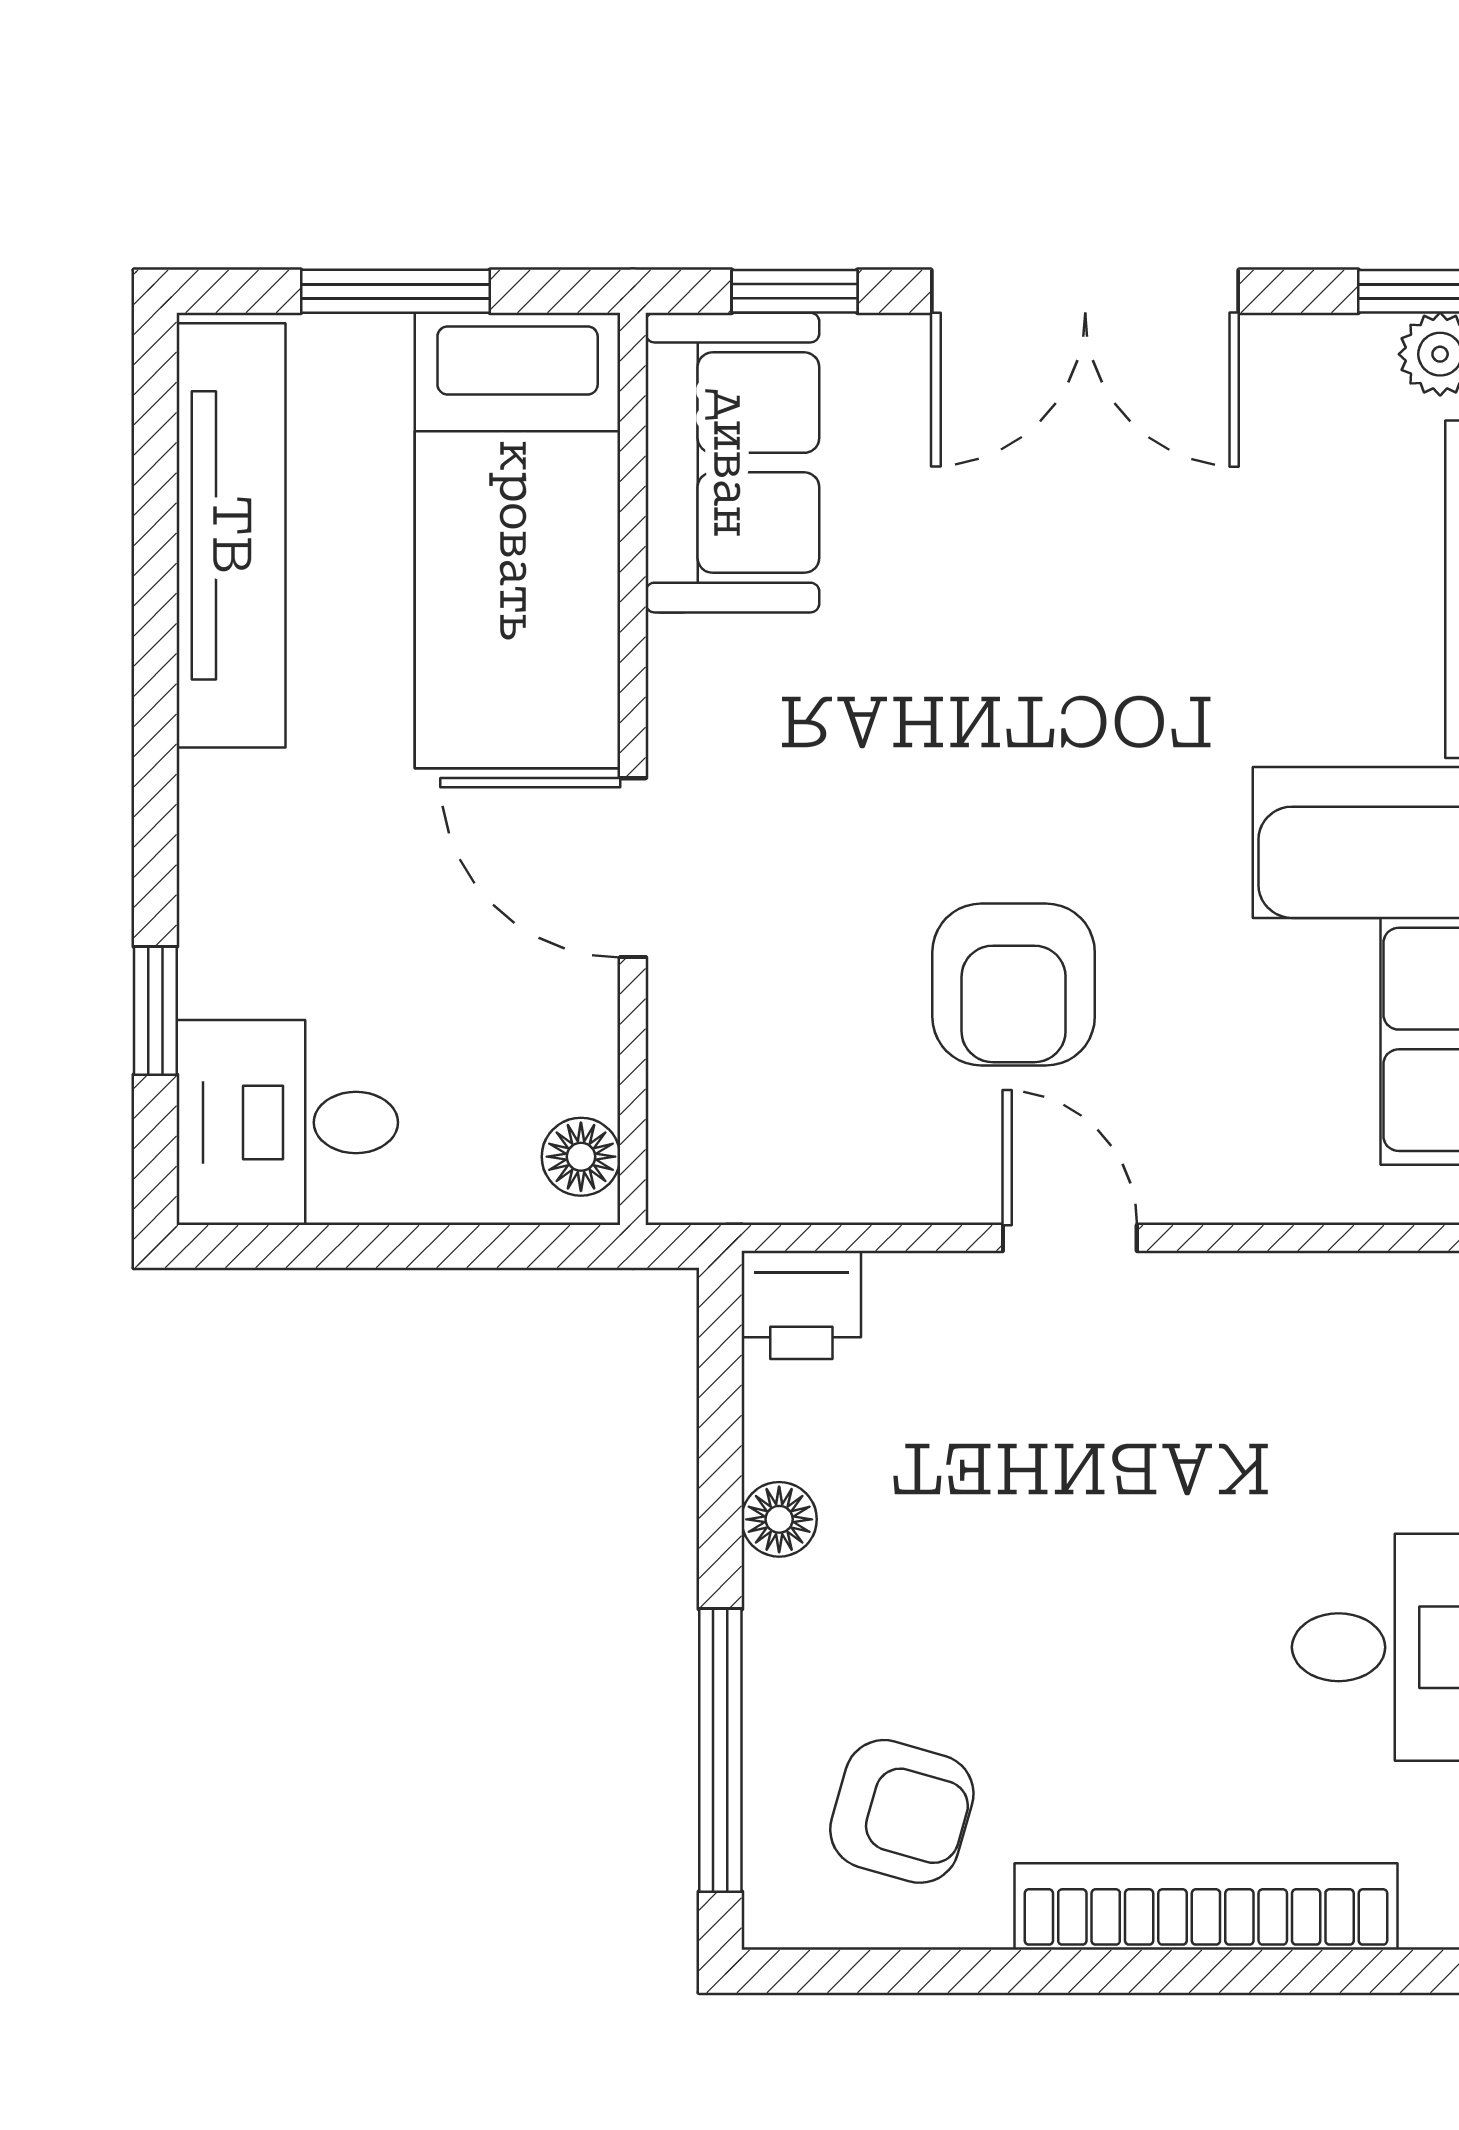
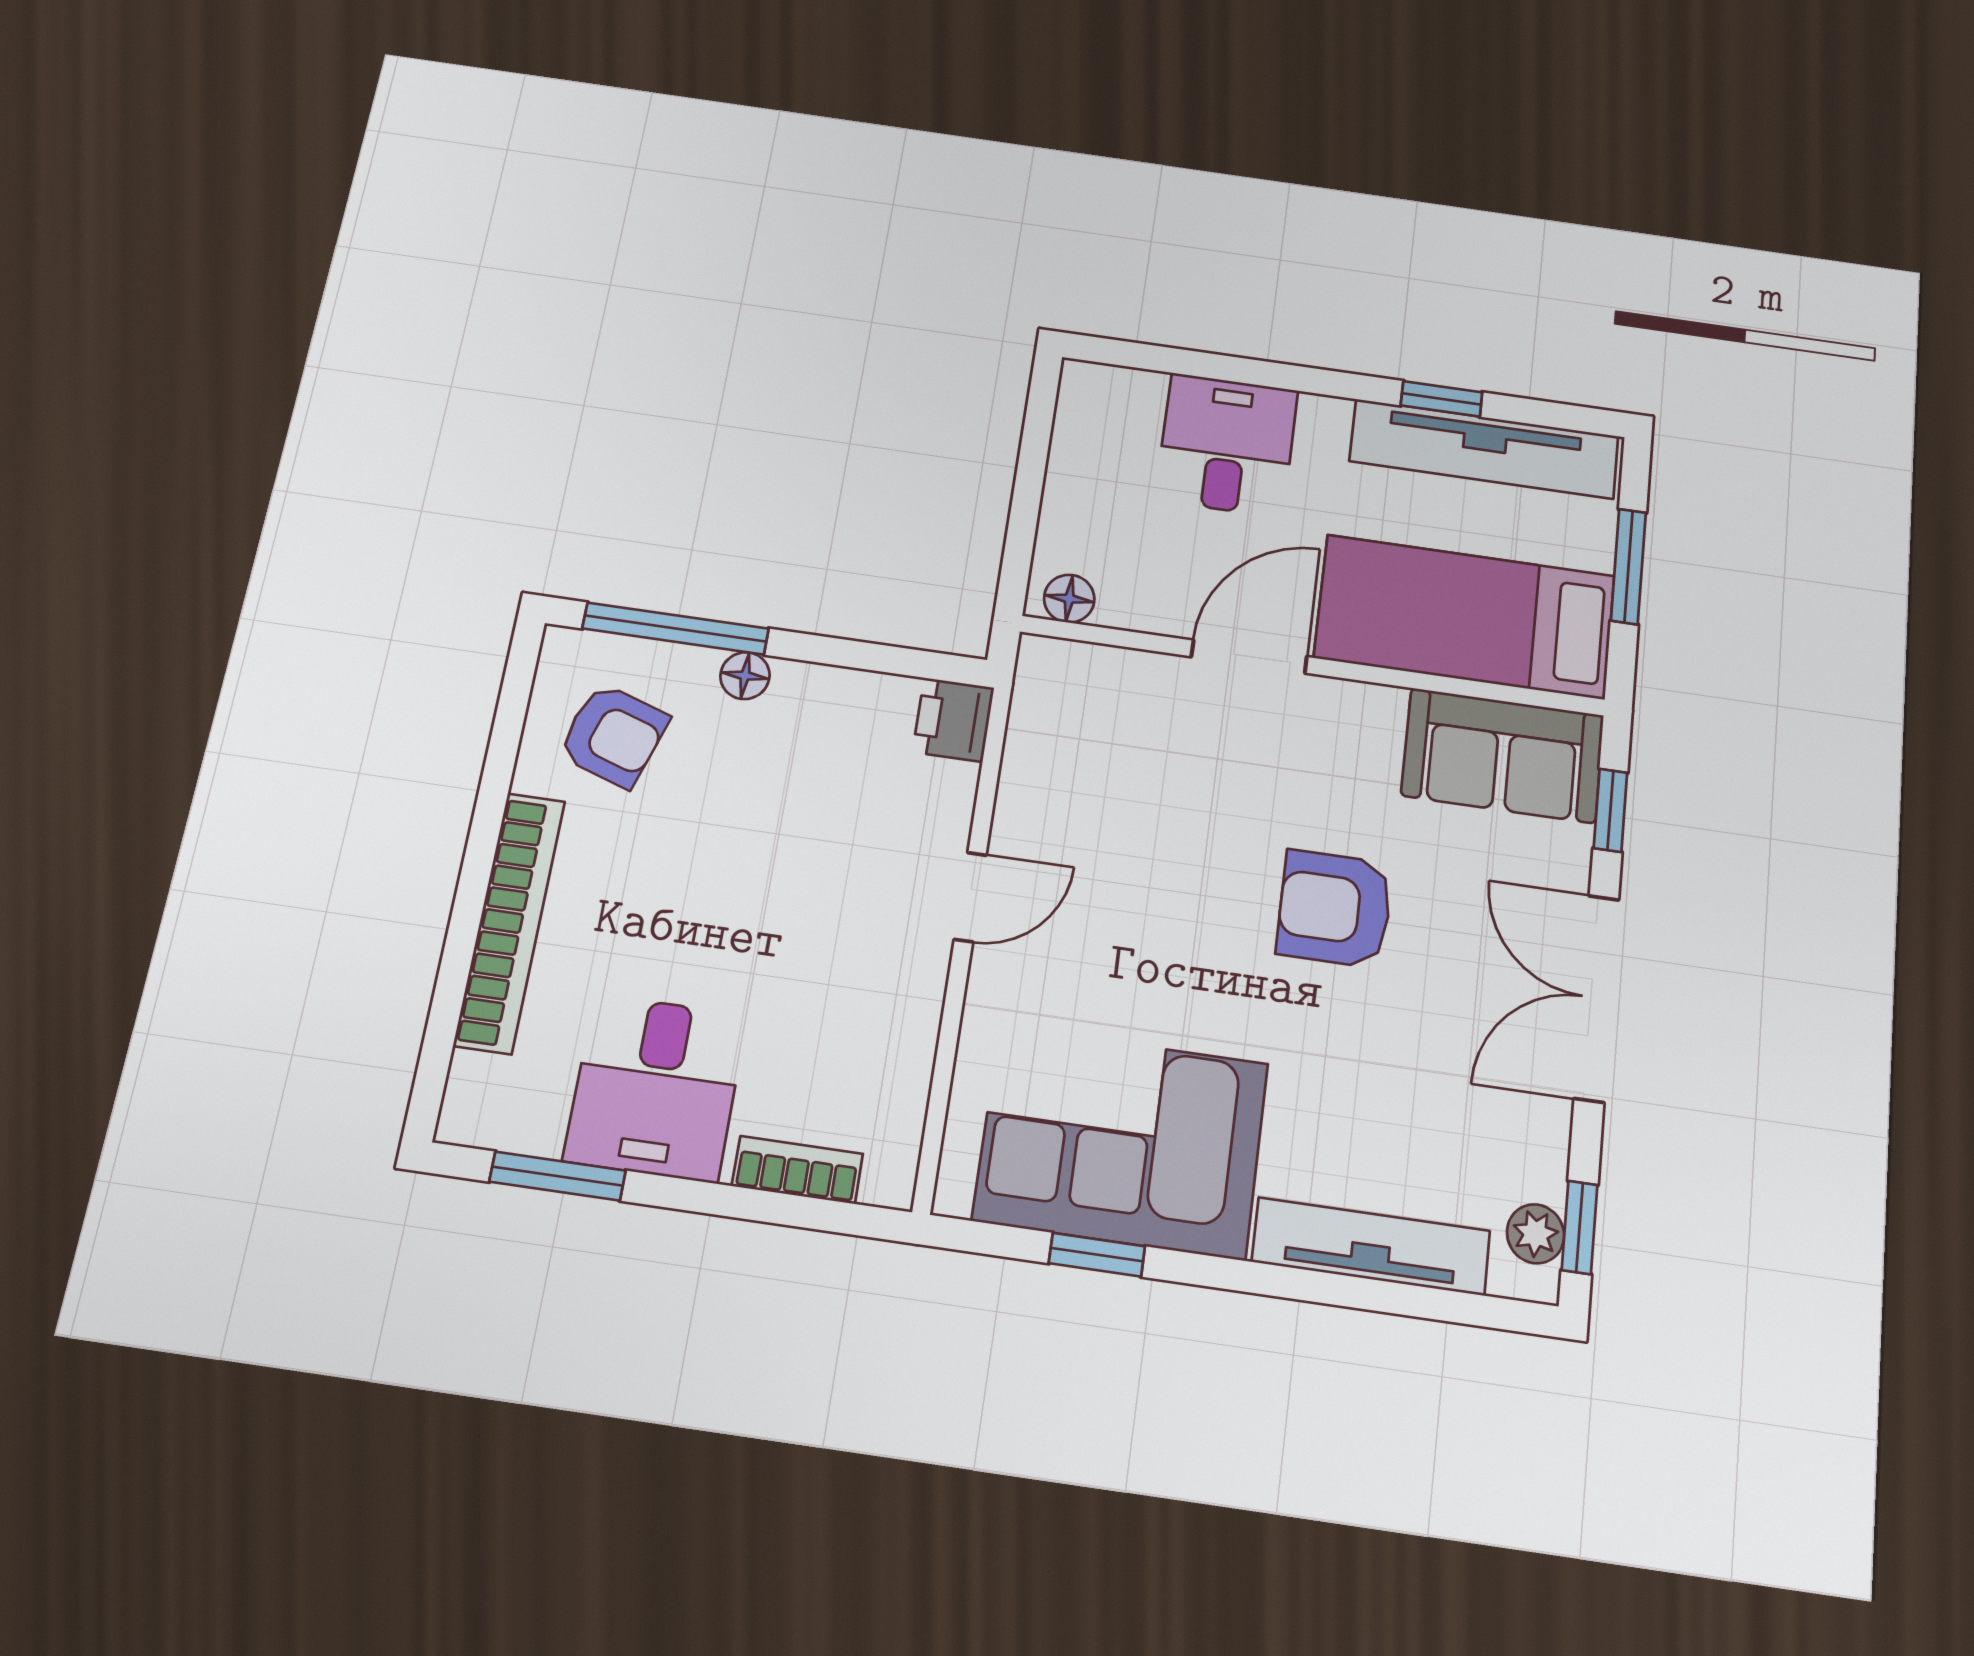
armchair: (1014, 984) -> (1335, 909), moved
window: (155, 1011) -> (1441, 399), moved
desk: (287, 1122) -> (1227, 445), moved
floor lamp: (779, 1519) -> (745, 676), moved
armchair: (902, 1811) -> (613, 735), turned -88

